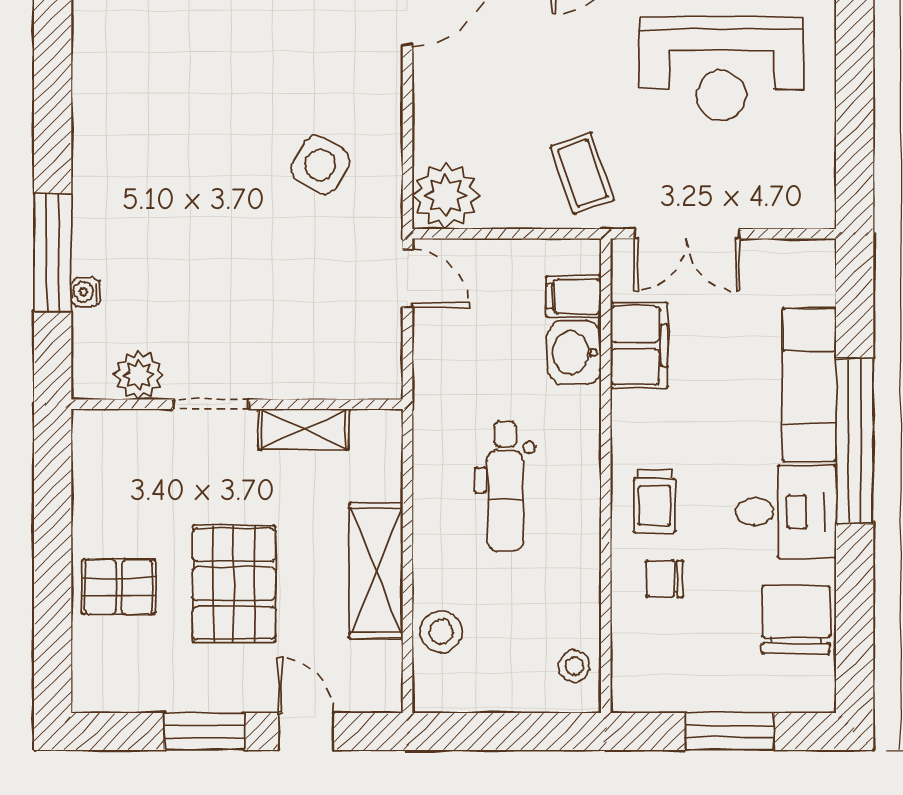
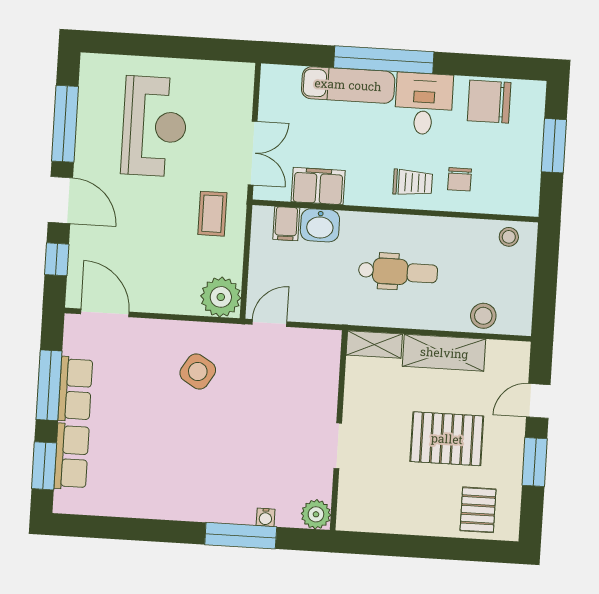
coffee table: (583, 173) -> (212, 214), turned -71
plant: (139, 375) -> (316, 514), moved
shelving: (304, 429) -> (374, 344), moved, turned 90
pallet: (119, 587) -> (478, 510), moved

